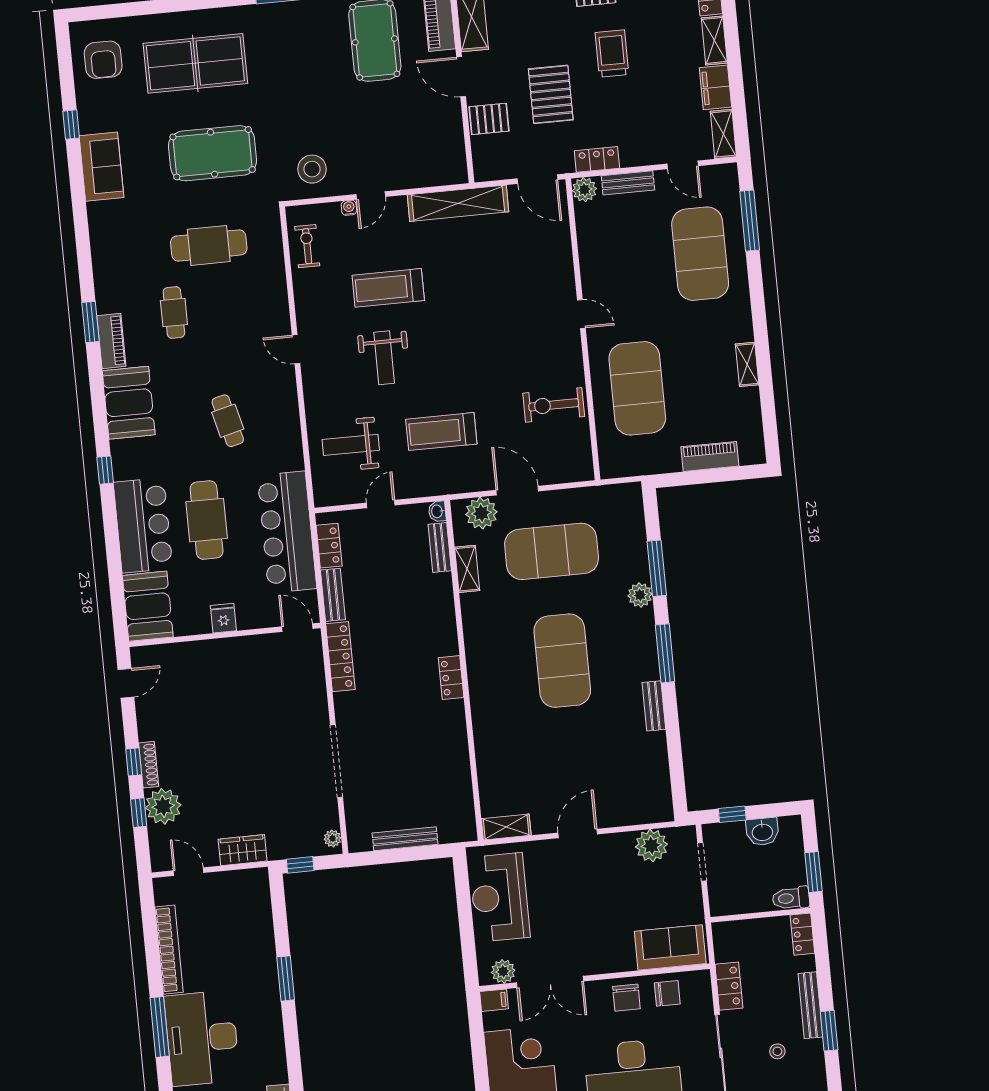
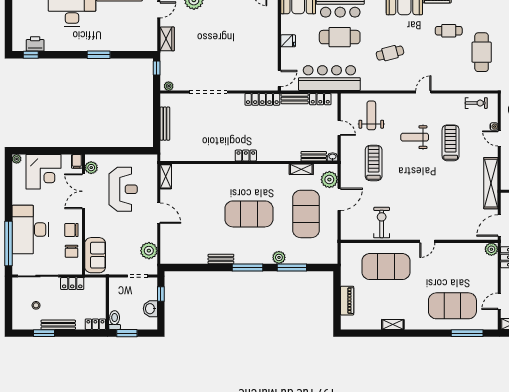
bench: (628, 183) -> (493, 272), removed
reception desk: (500, 897) -> (123, 189), moved, turned 90

